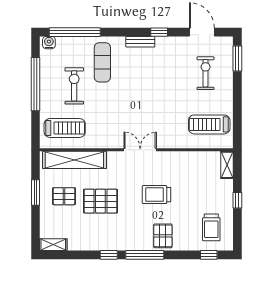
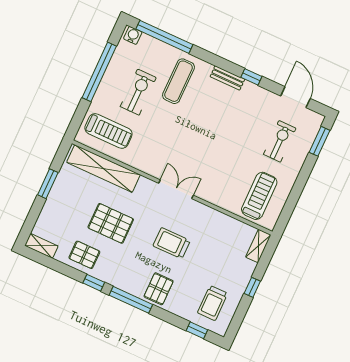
treadmill: (209, 124) -> (259, 196), turned 90
pallet: (64, 196) -> (84, 255), moved

